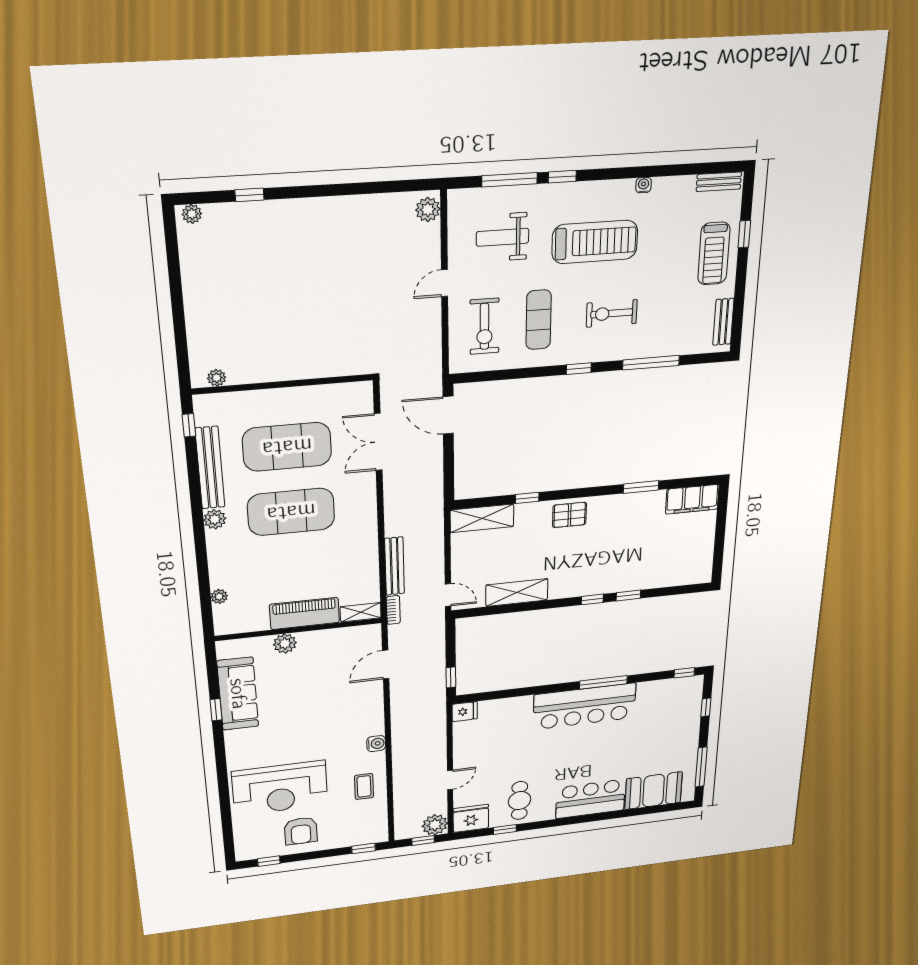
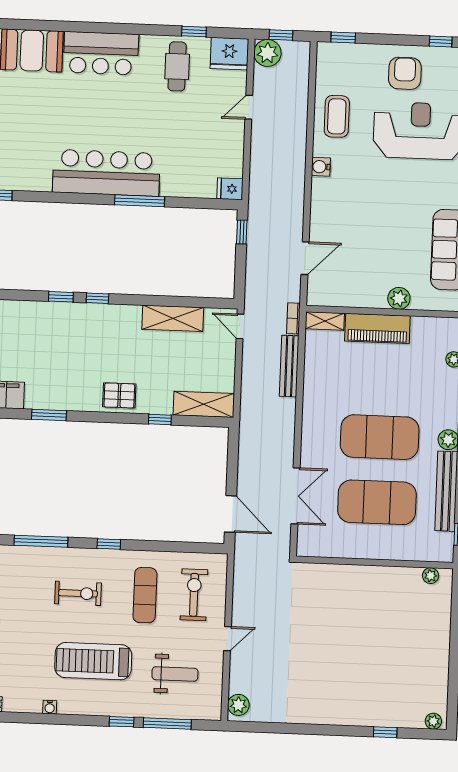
window: (603, 682) -> (140, 201), moved
coffee table: (364, 786) -> (337, 116), width x1.36, depth x1.30

